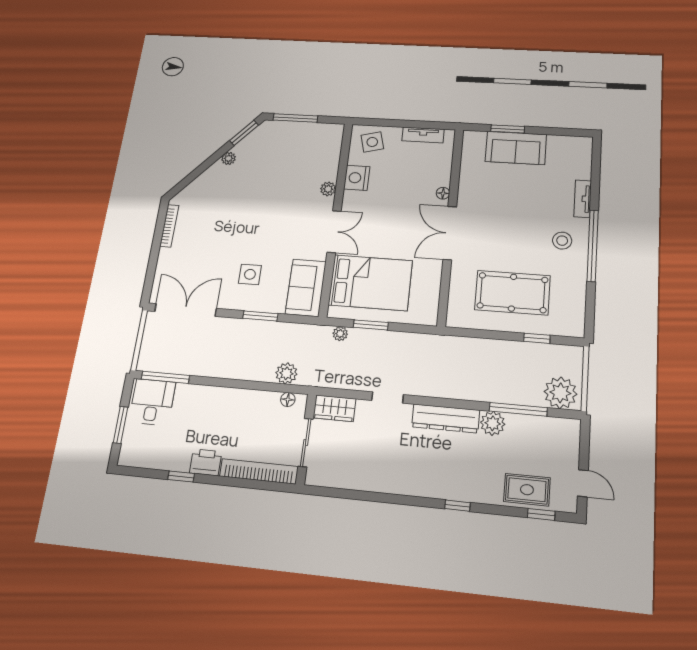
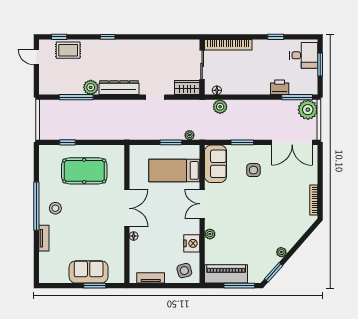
piano: (312, 134) -> (226, 274), added
bed: (370, 283) -> (174, 170), width x0.67
plant: (560, 393) -> (308, 110), moved
desk: (152, 402) -> (304, 55), moved, turned -90
printer: (206, 462) -> (280, 87), moved, turned 180

